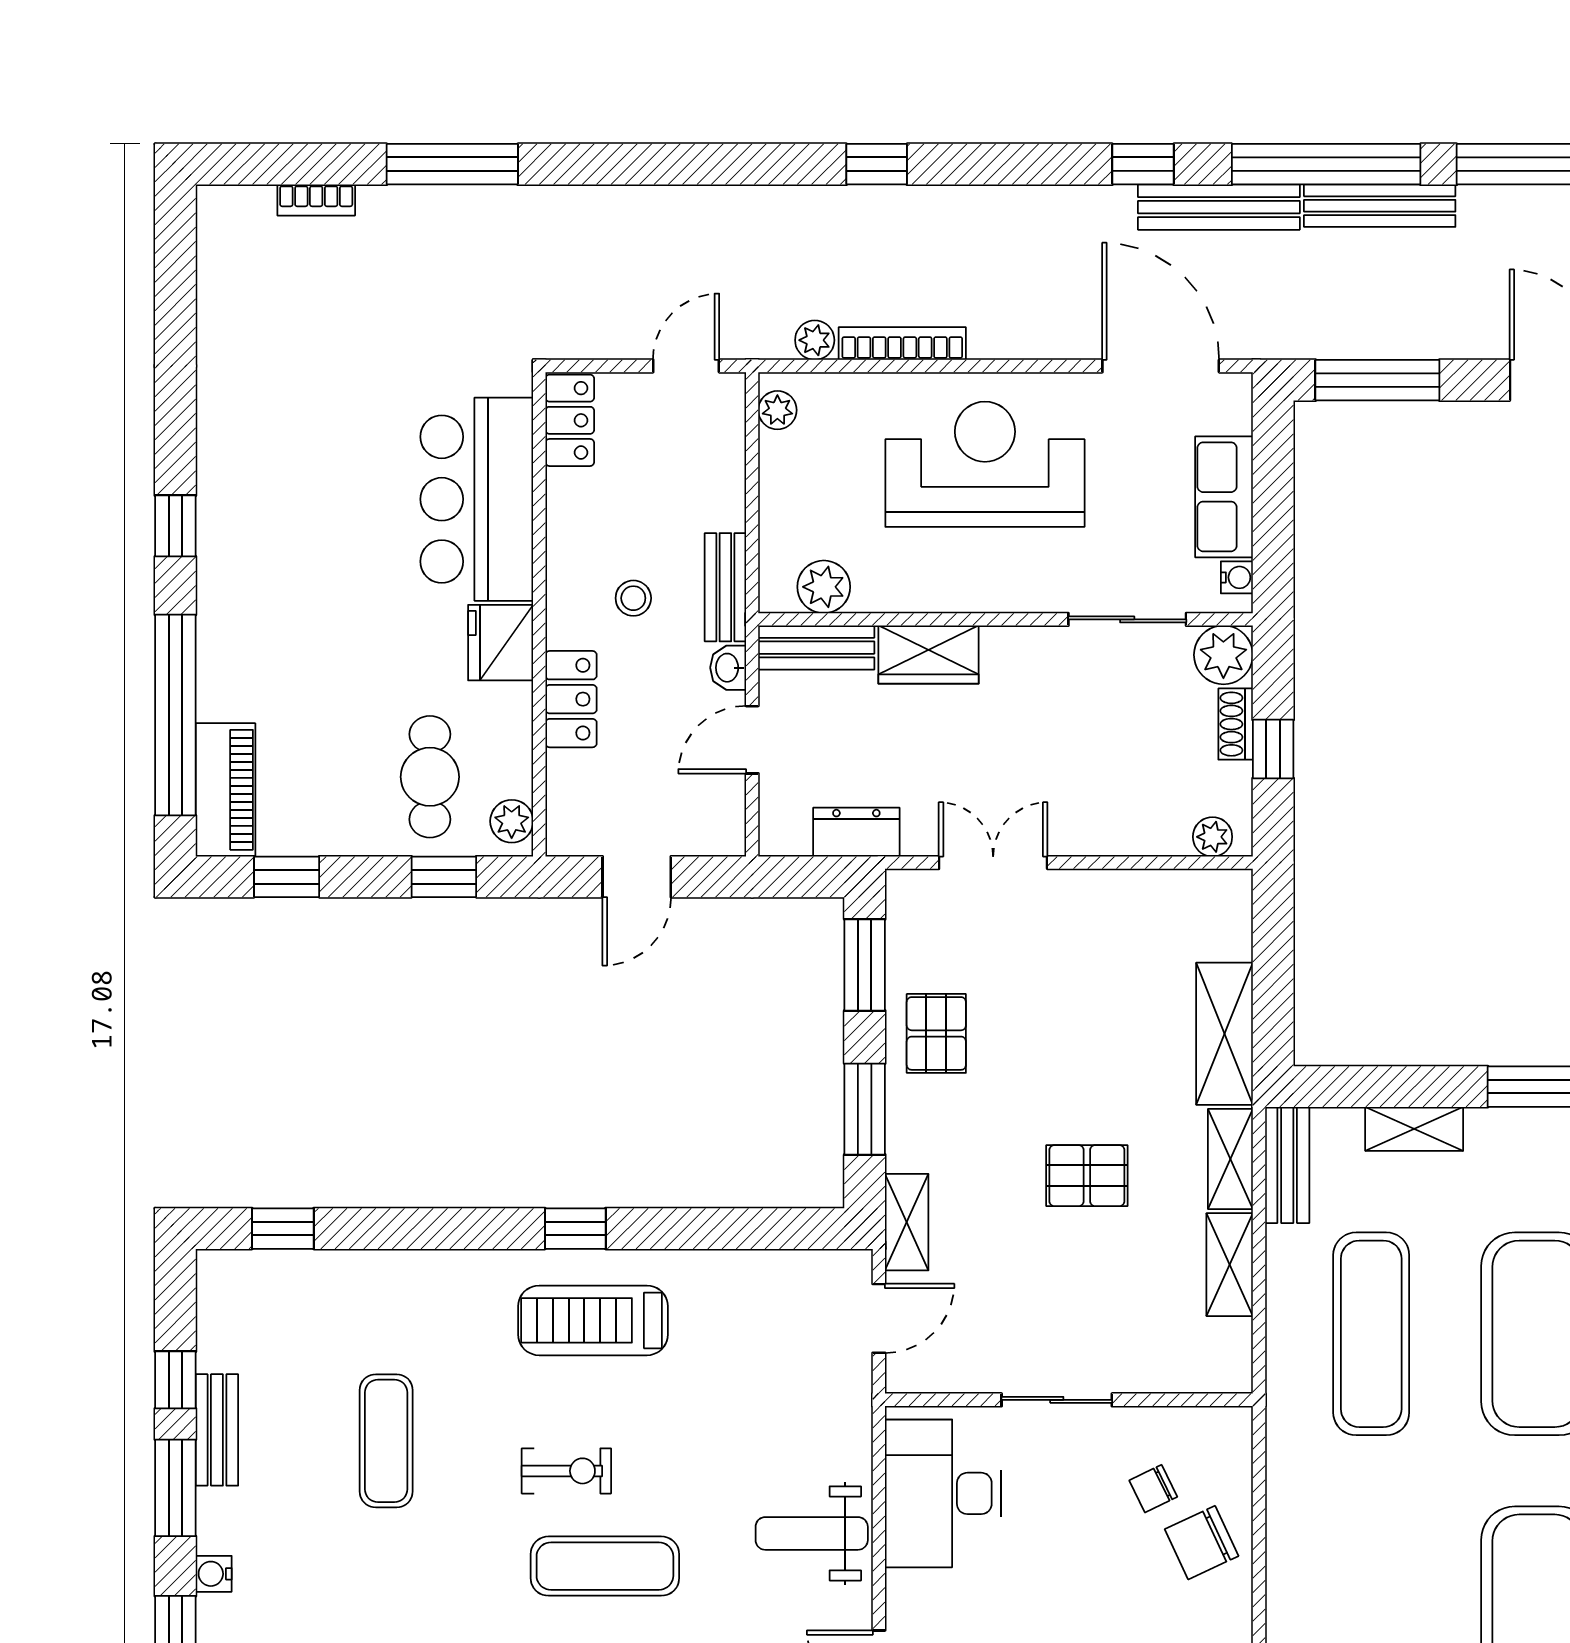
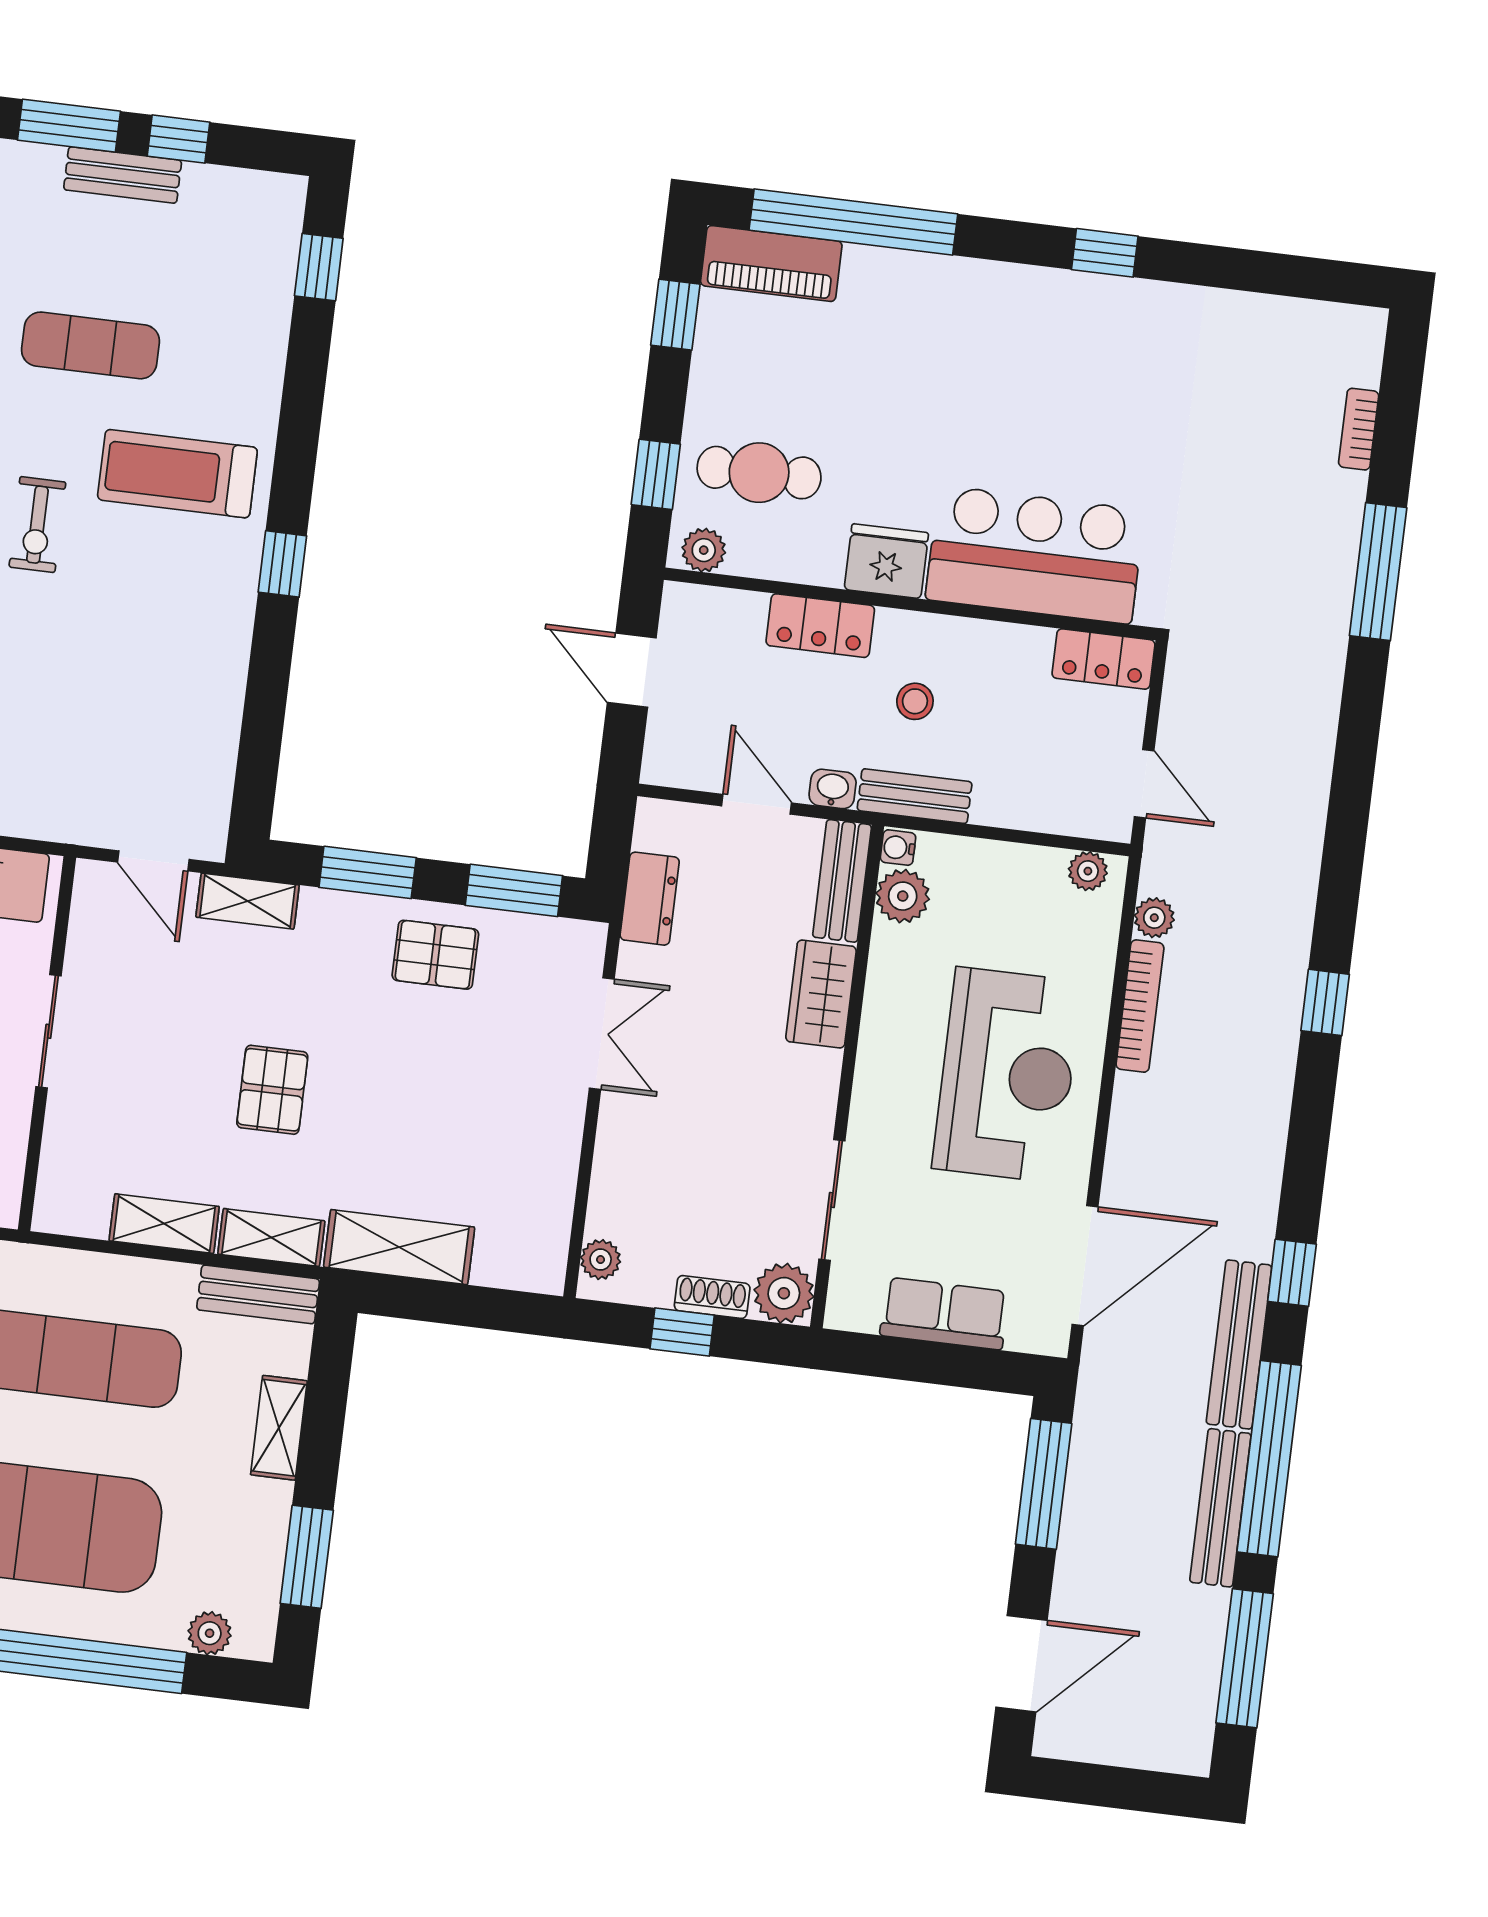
window: (175, 526) -> (1105, 253), moved
water cooler: (1237, 577) -> (898, 848), moved, turned 90
treadmill: (593, 1320) -> (177, 474), moved, turned -90

